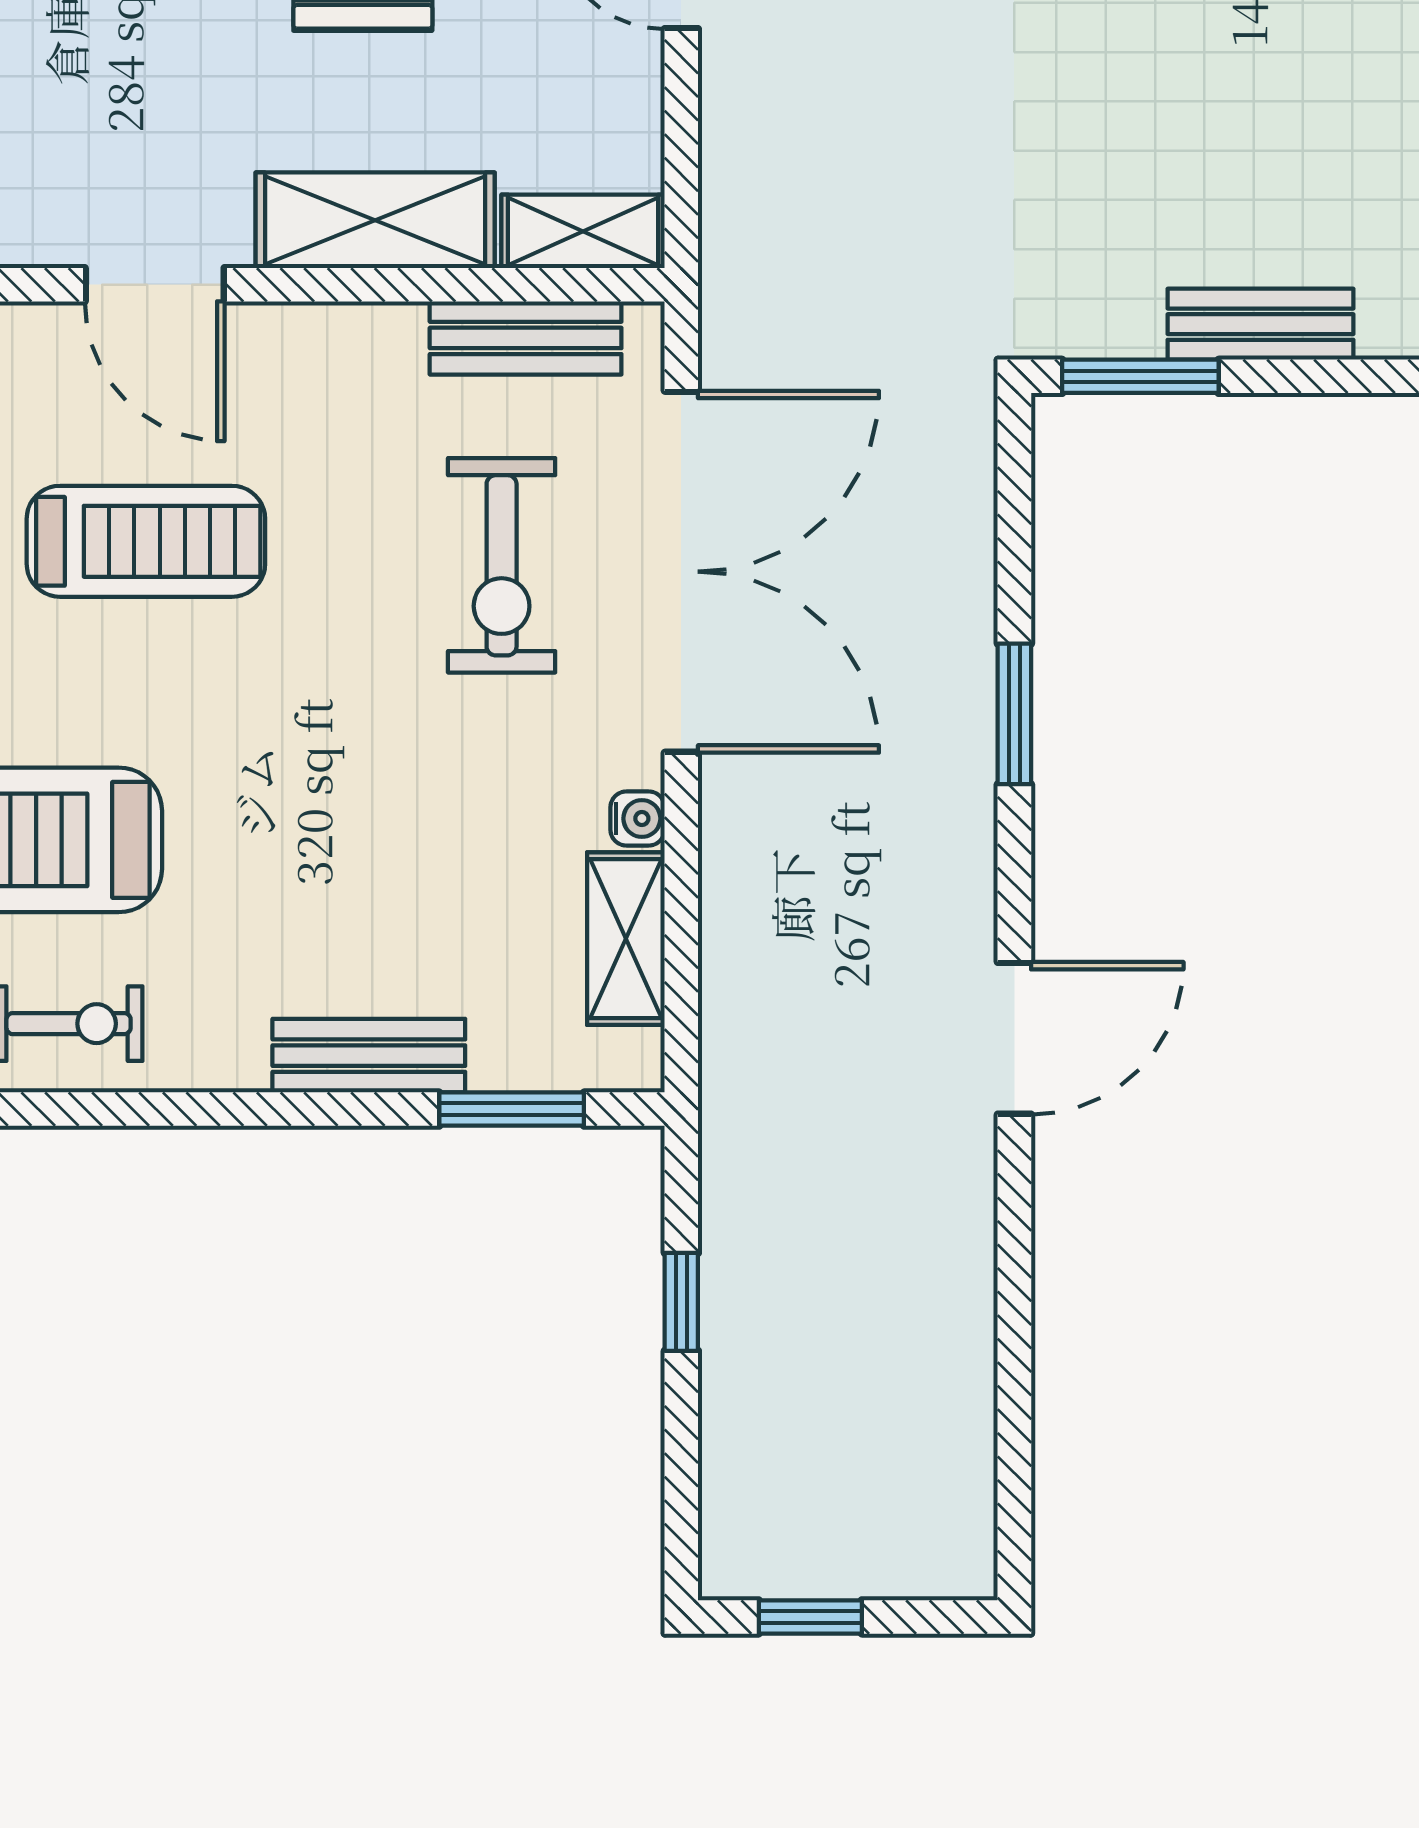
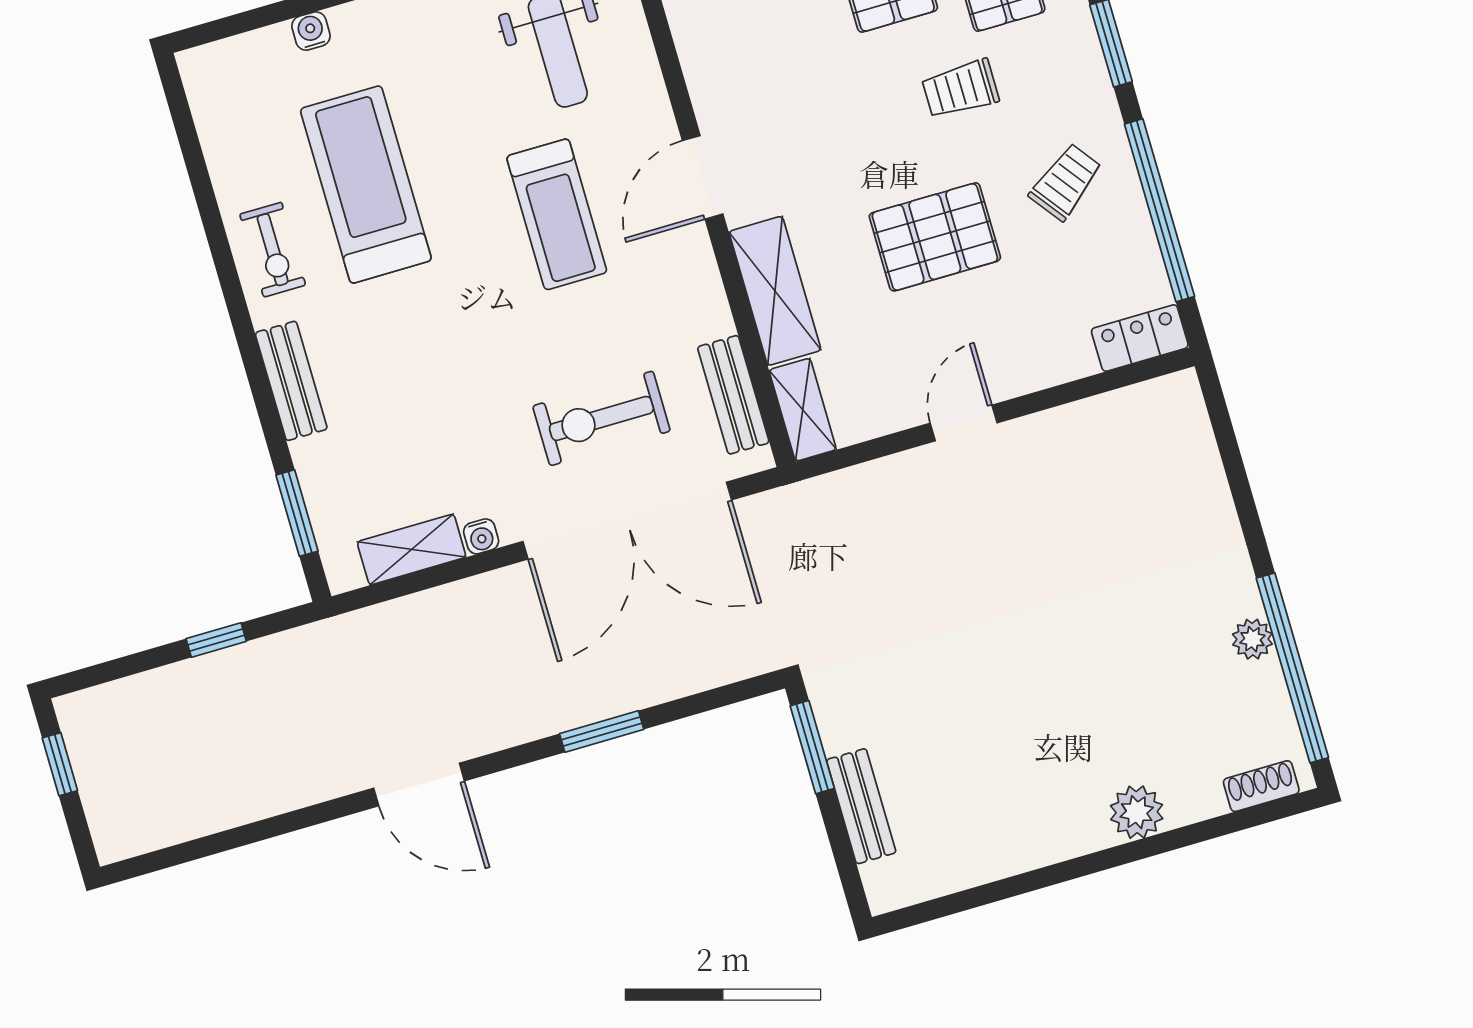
bench: (369, 1056) -> (291, 381), moved

